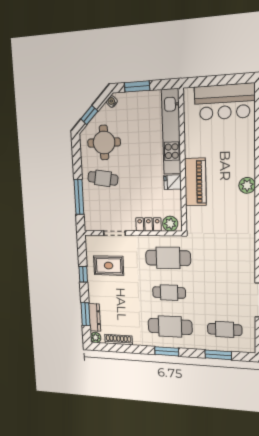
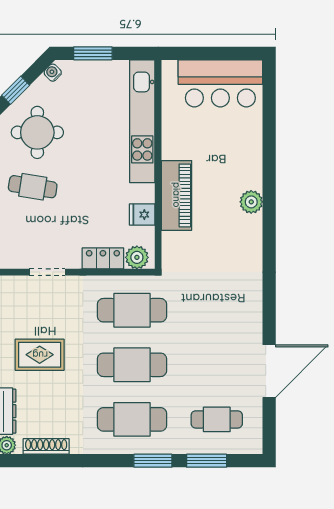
fridge: (173, 182) -> (142, 215), moved
rug: (109, 266) -> (40, 355), moved
cafe table: (169, 293) -> (132, 365), width x1.37, depth x1.35
window: (167, 351) -> (153, 461), moved

